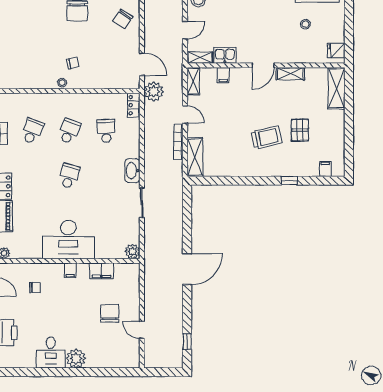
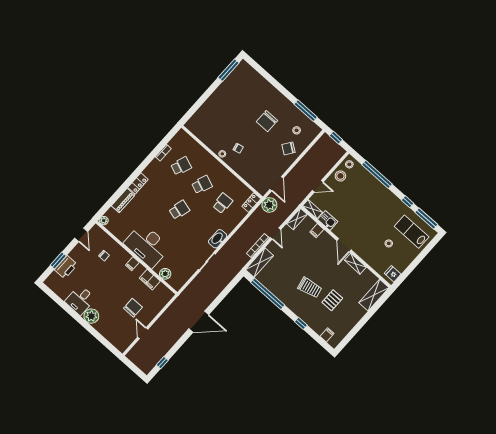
door: (263, 65) -> (344, 245), hinge flipped
window: (230, 181) -> (268, 294), added
plant: (133, 252) -> (165, 274), moved

